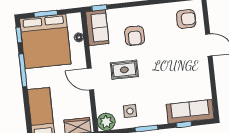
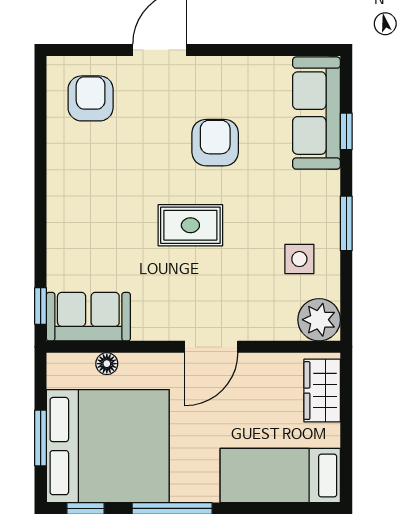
armchair: (135, 36) -> (215, 143), moved, turned -90
rug: (124, 70) -> (190, 225), moved, turned 90

